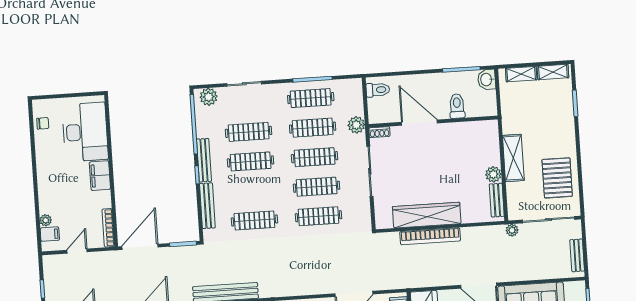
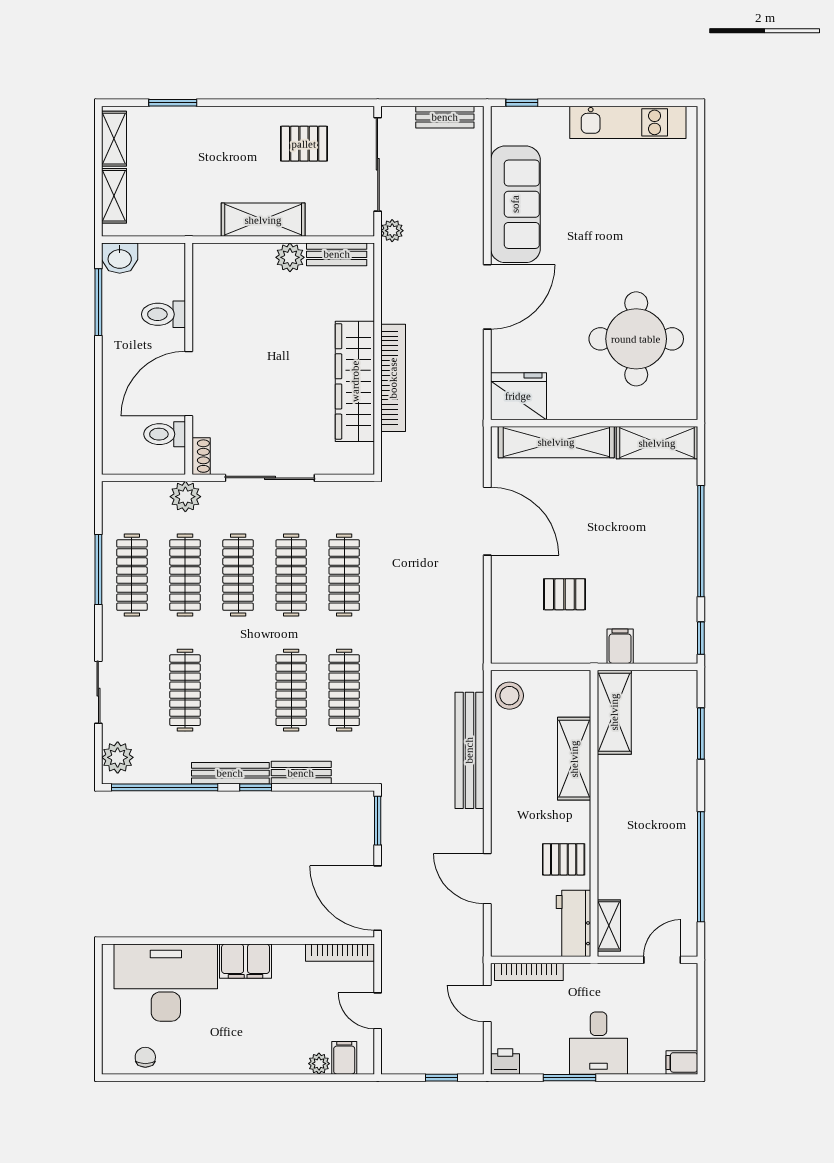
toilet: (378, 90) -> (165, 434), moved, turned -90
clothes rail: (251, 161) -> (291, 690), moved
pallet: (557, 178) -> (304, 144), width x0.67, depth x0.71
bench: (207, 206) -> (301, 773), width x0.73

